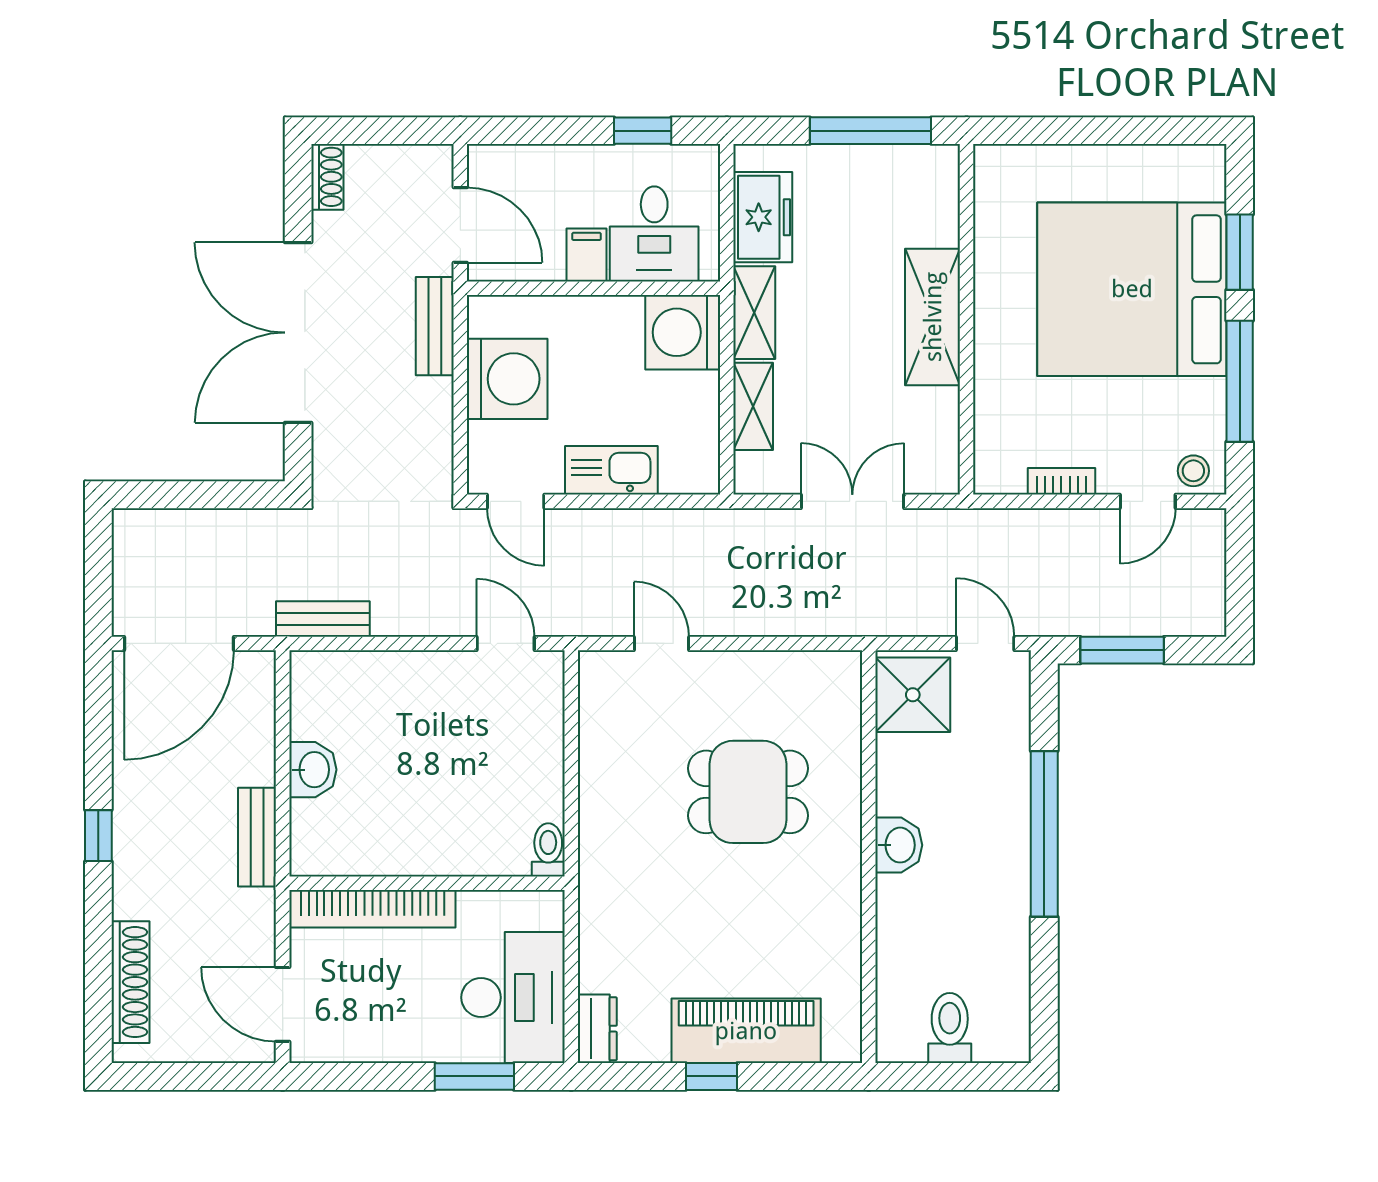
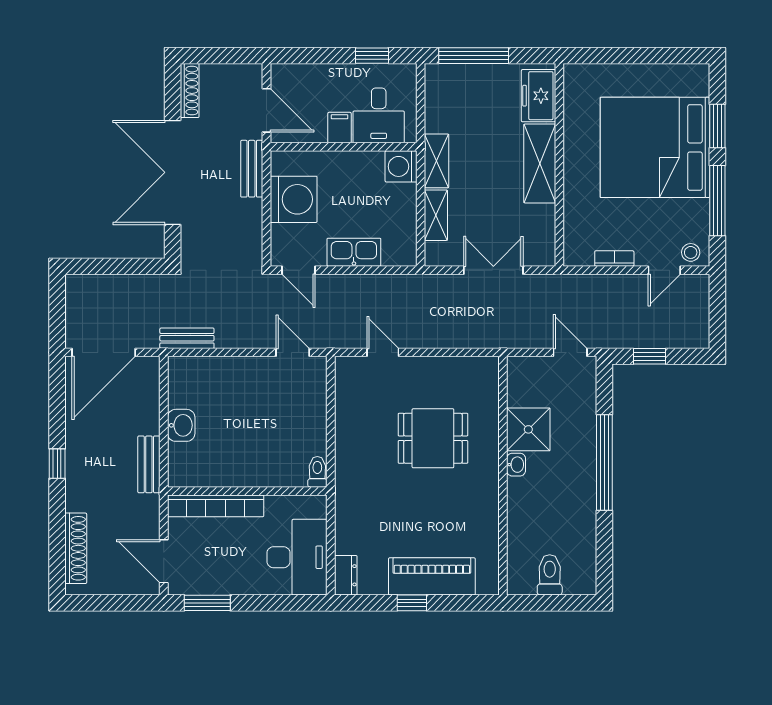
window: (871, 131) -> (474, 56), moved
shoe rack: (327, 177) -> (190, 91), width x1.43
freezer: (763, 217) -> (538, 96), moved, turned 180
washing machine: (683, 332) -> (401, 166), width x0.73, depth x0.73
window: (1122, 650) -> (649, 356), width x0.67
shower: (913, 695) -> (528, 429), moved
washbasin: (899, 845) -> (516, 465), width x0.72, depth x0.69
window: (474, 1076) -> (207, 603), moved

